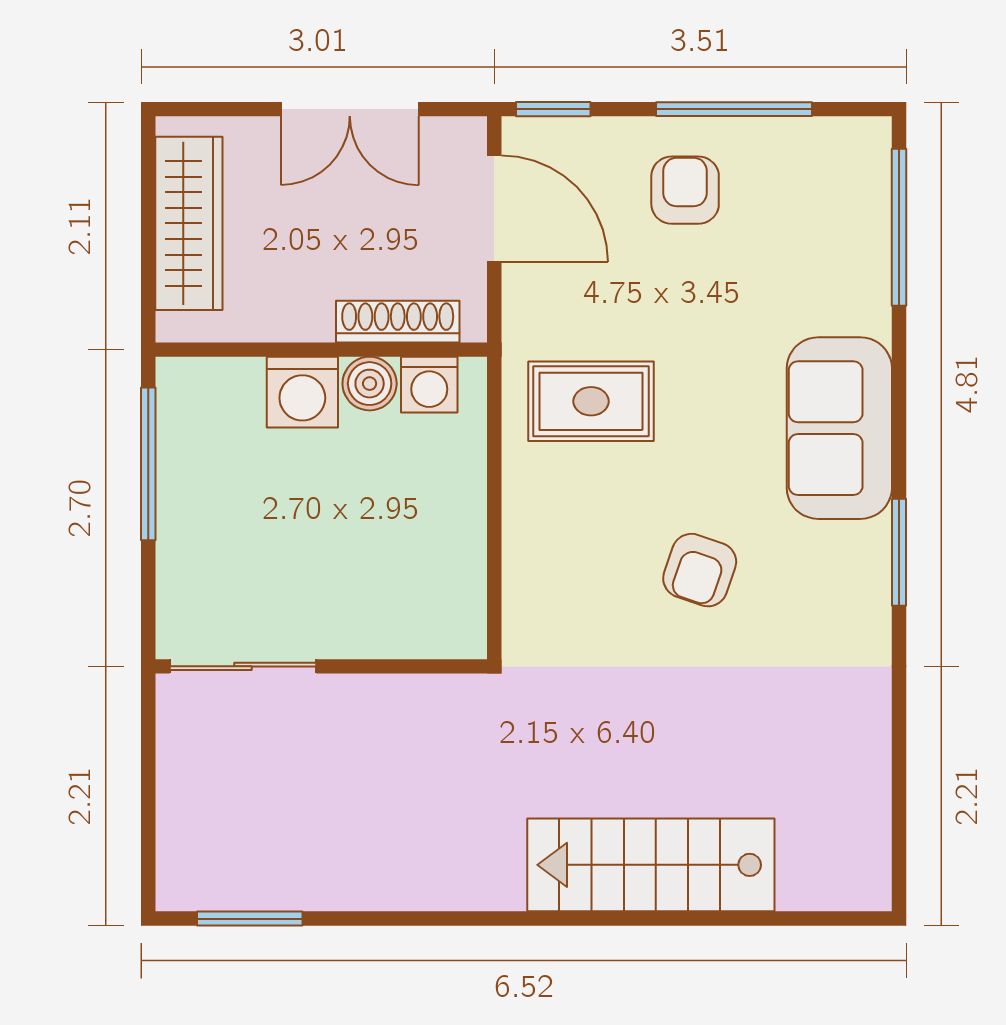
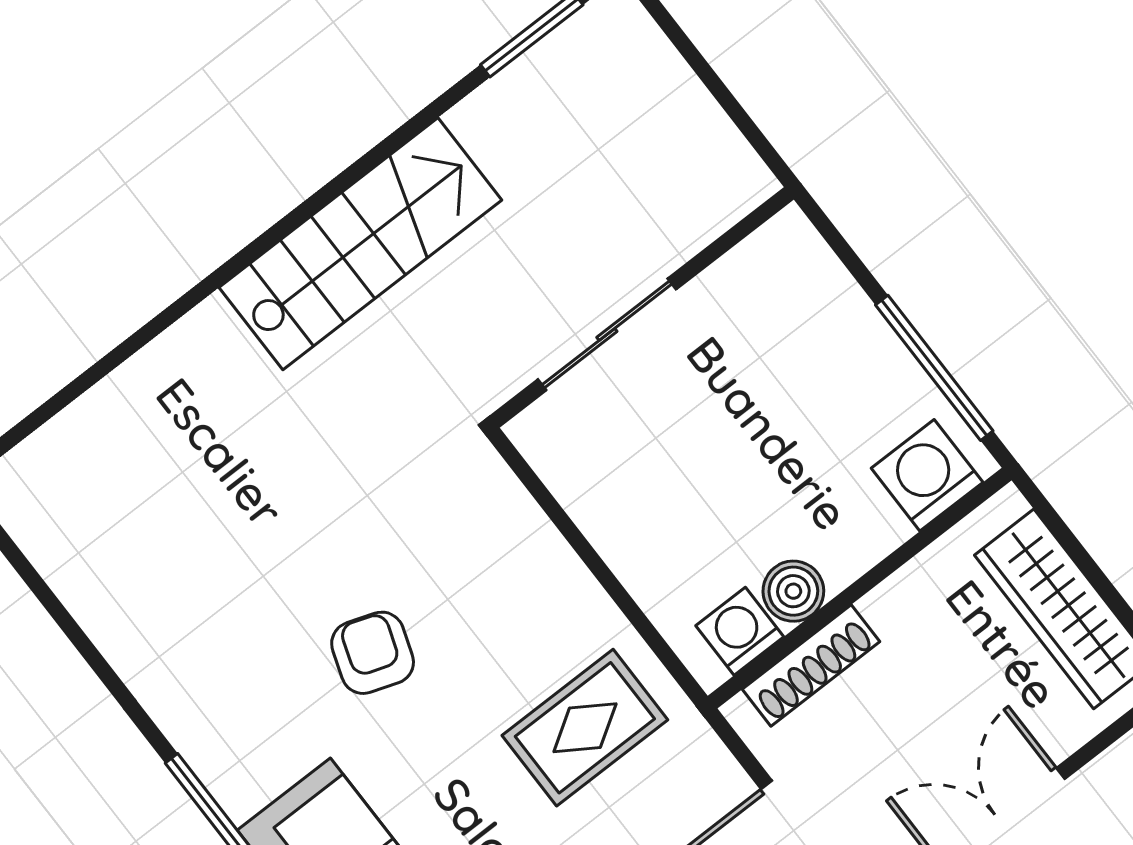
washing machine: (302, 392) -> (927, 475), moved
sliding door: (243, 666) -> (607, 334), moved
stairs: (651, 865) -> (360, 244), moved

